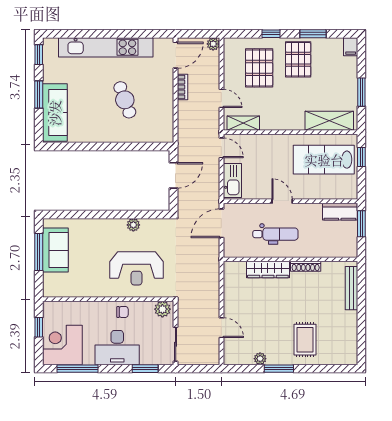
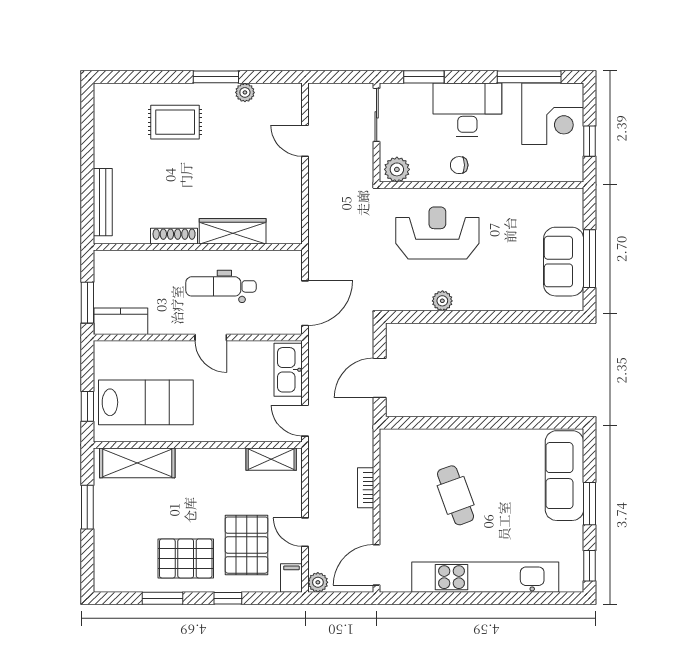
filing cabinet: (351, 47) -> (291, 578), moved
pallet: (298, 59) -> (186, 558), turned 90
bookcase: (183, 87) -> (366, 488), moved
door: (221, 98) -> (305, 532), moved
rug: (305, 340) -> (175, 122), turned 90

